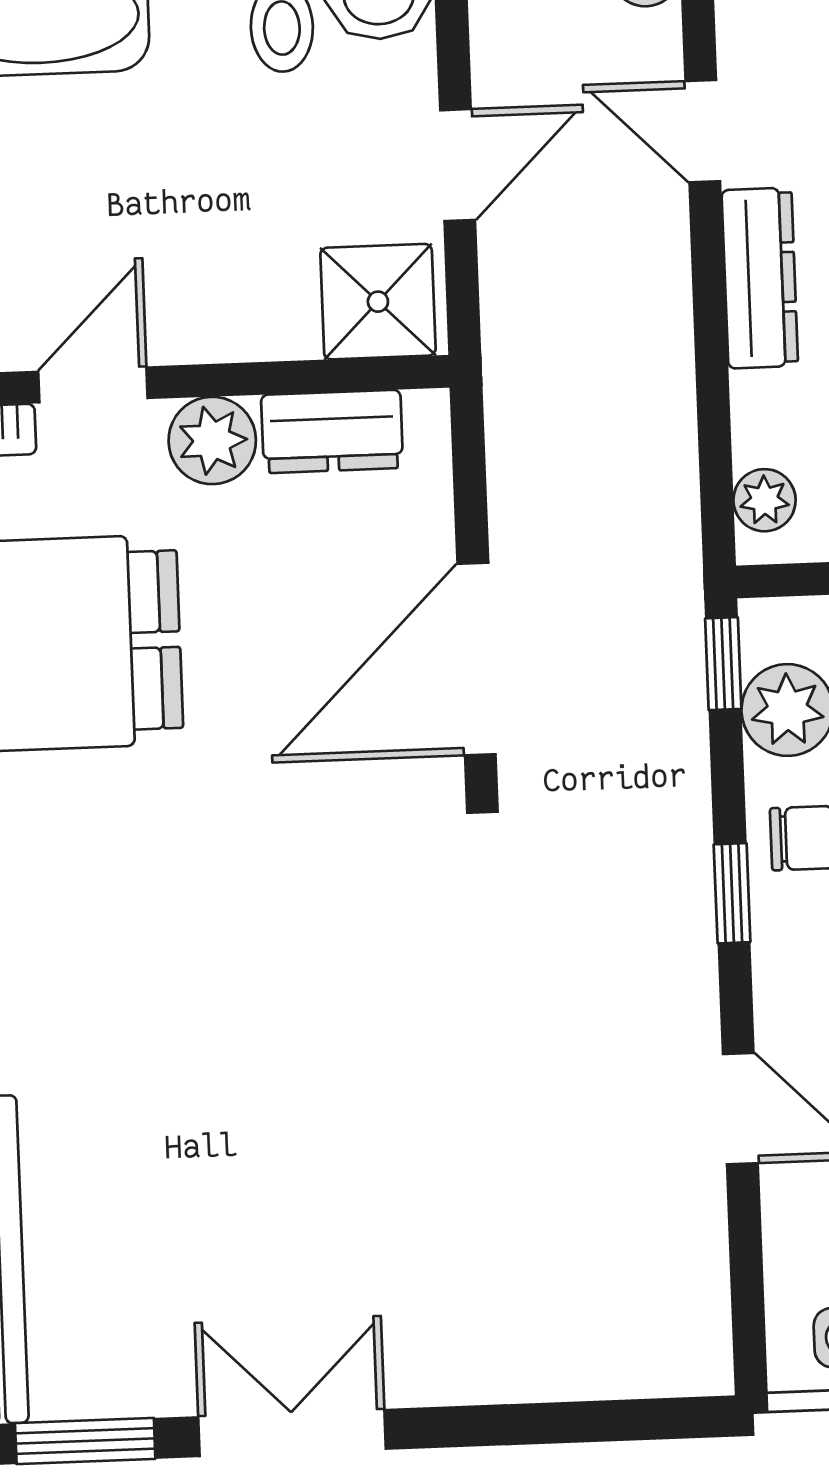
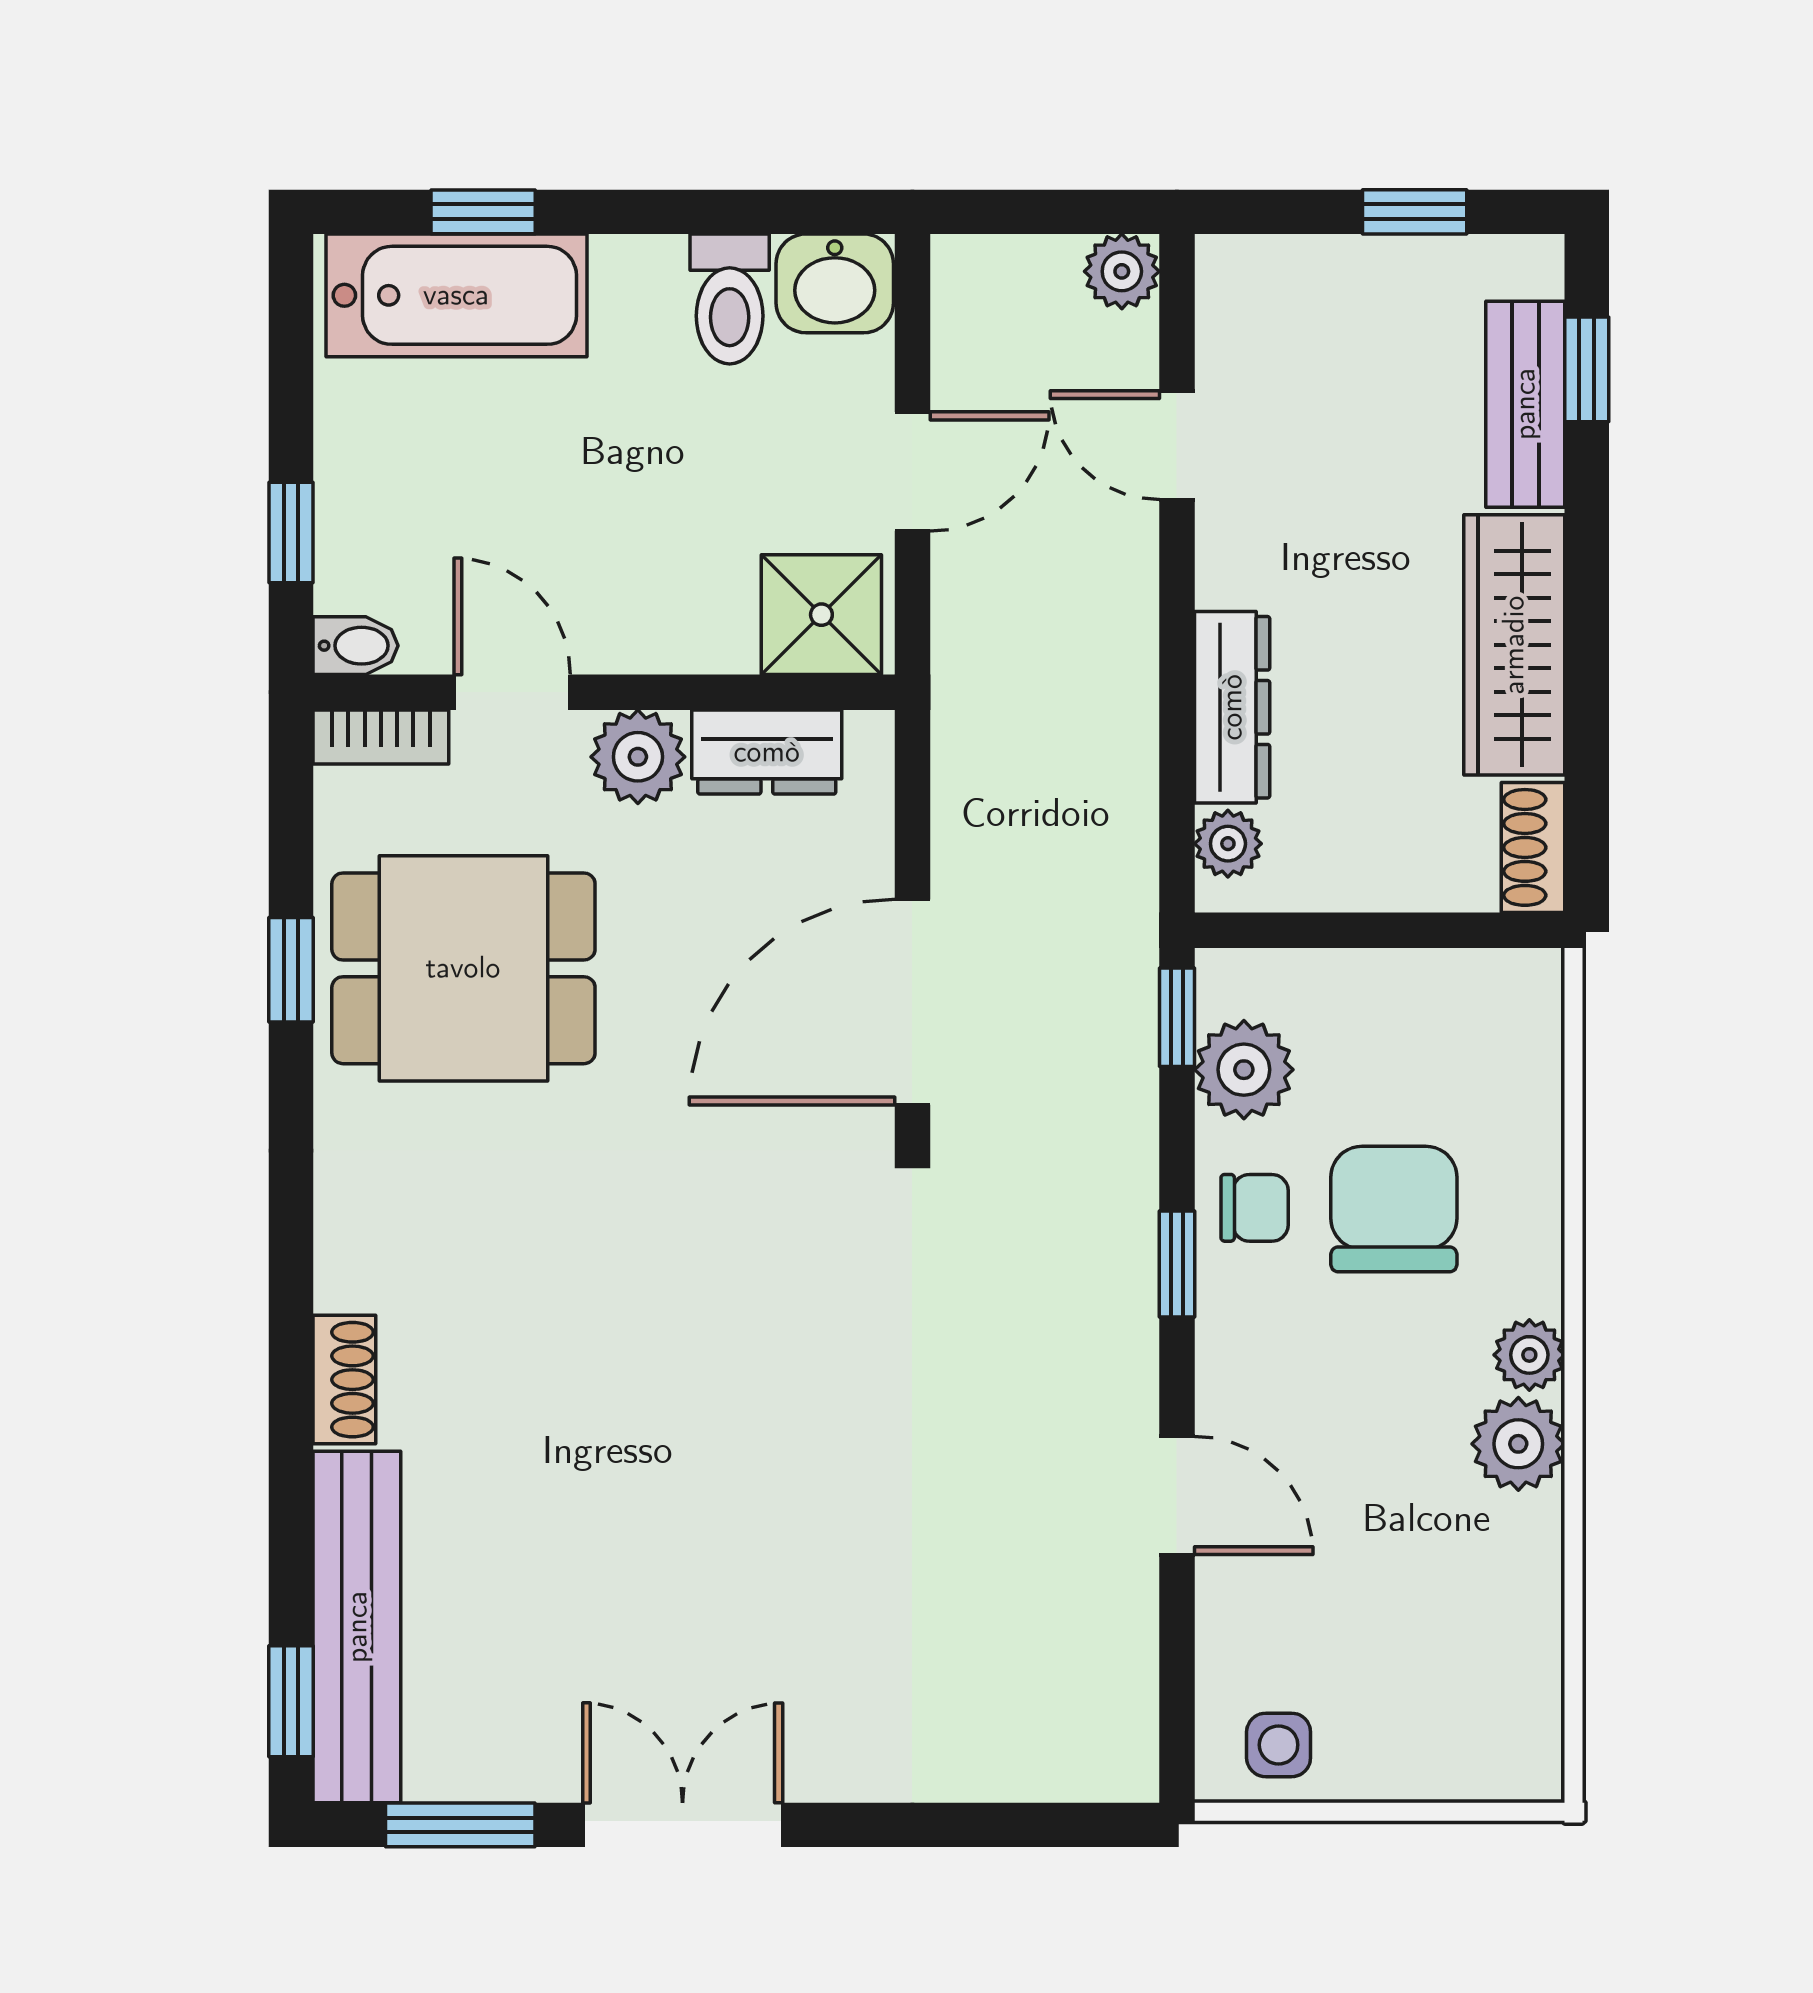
dresser: (760, 278) -> (1232, 707), moved
door: (93, 385) -> (512, 692), hinge flipped

